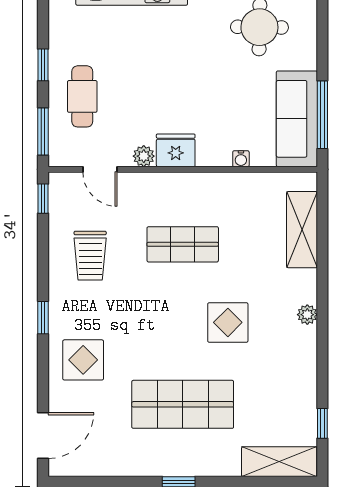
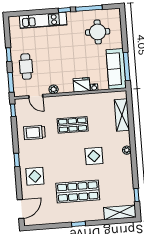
fridge: (176, 150) -> (82, 85), moved
trolley: (90, 256) -> (34, 133), turned 90

